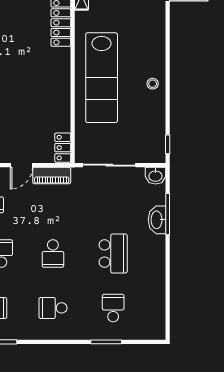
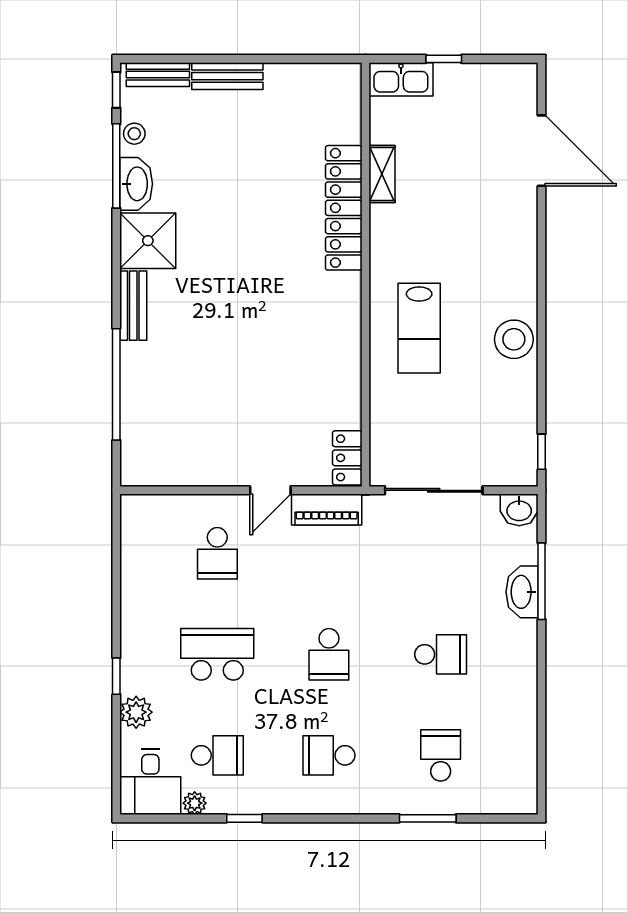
lab bench: (102, 78) -> (419, 328), width x0.54, depth x0.72
stool: (153, 84) -> (514, 339), width x1.89, depth x1.89
school desk: (113, 254) -> (441, 654), width x0.54

